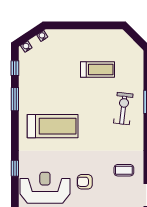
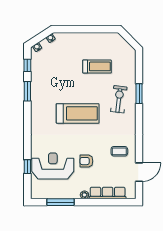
treadmill: (53, 126) -> (78, 113), moved
window: (15, 168) -> (27, 167), moved

